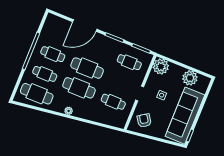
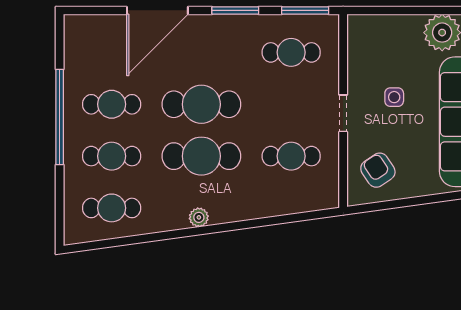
plant: (161, 67) -> (366, 33), removed
cafe table: (37, 94) -> (112, 208), width x0.73, depth x0.74

